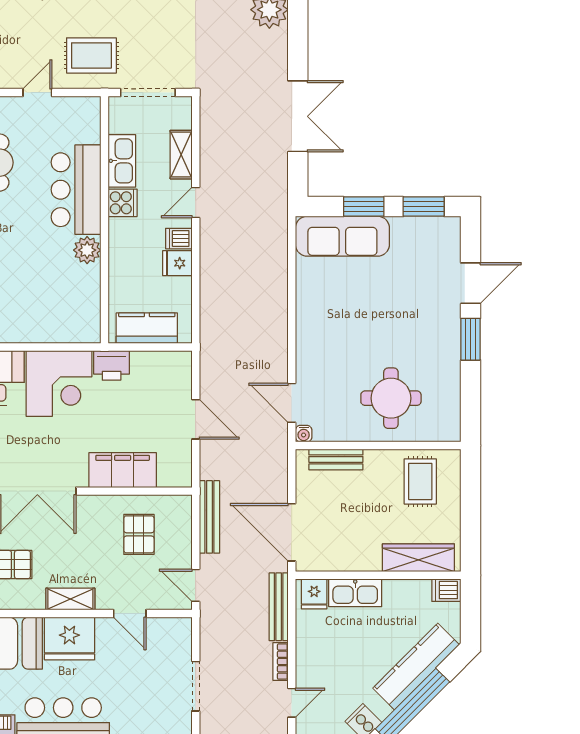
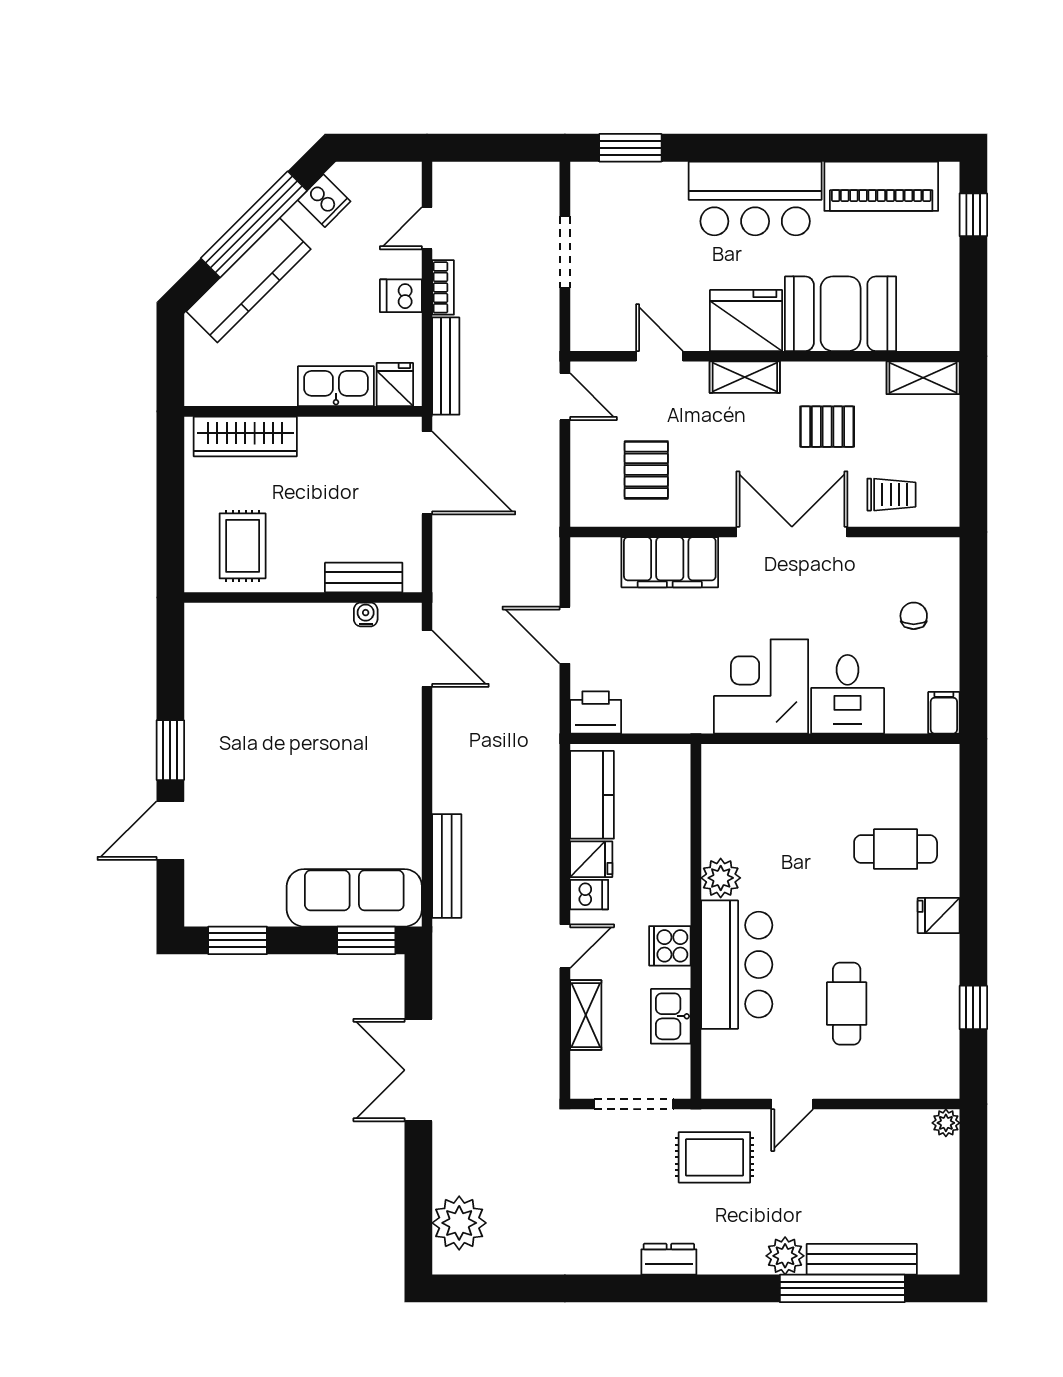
kitchen sink: (122, 161) -> (671, 1016), width x0.73
window: (364, 207) -> (366, 940), moved
kitchen counter: (147, 328) -> (592, 795), moved, turned -90
printer: (112, 365) -> (596, 712), moved
round table: (391, 398) -> (285, 665), removed
water cooler: (304, 434) -> (366, 614), moved
bench: (209, 517) -> (447, 866), moved
dishwasher: (446, 590) -> (401, 296), moved, turned 180

